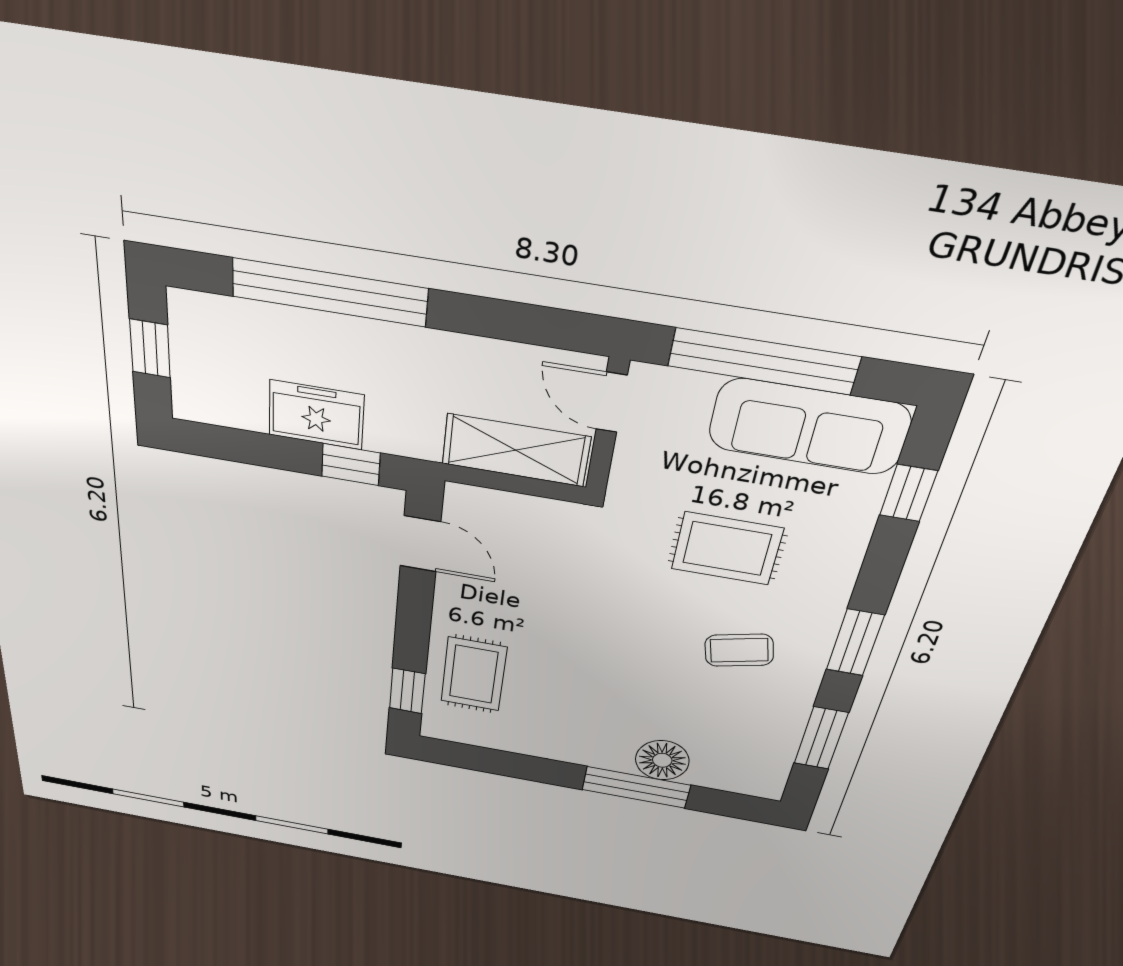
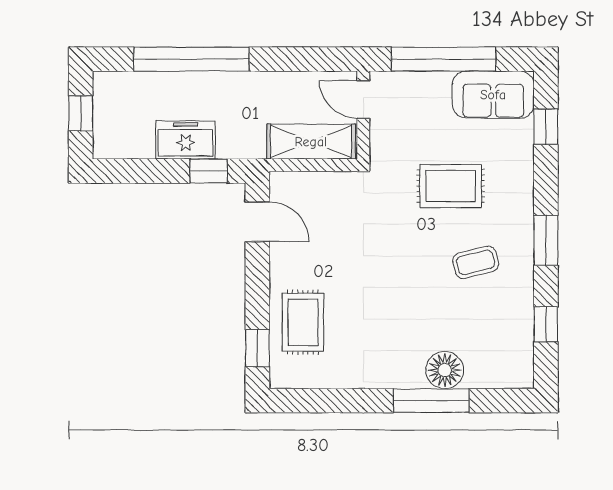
sofa: (809, 427) -> (493, 95), width x0.73
window: (821, 738) -> (546, 324), width x0.67

